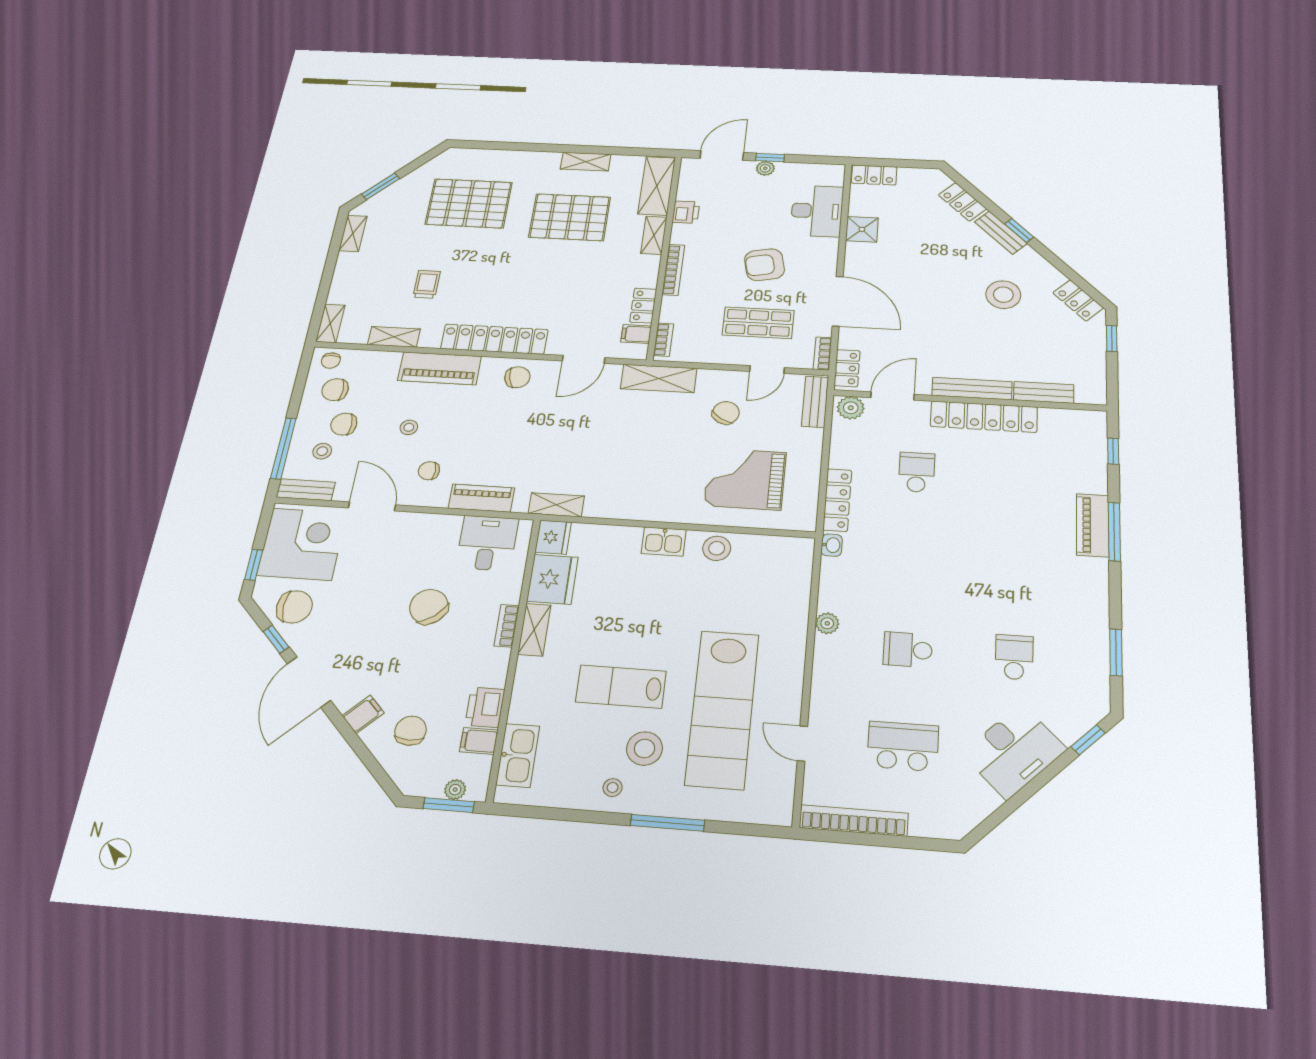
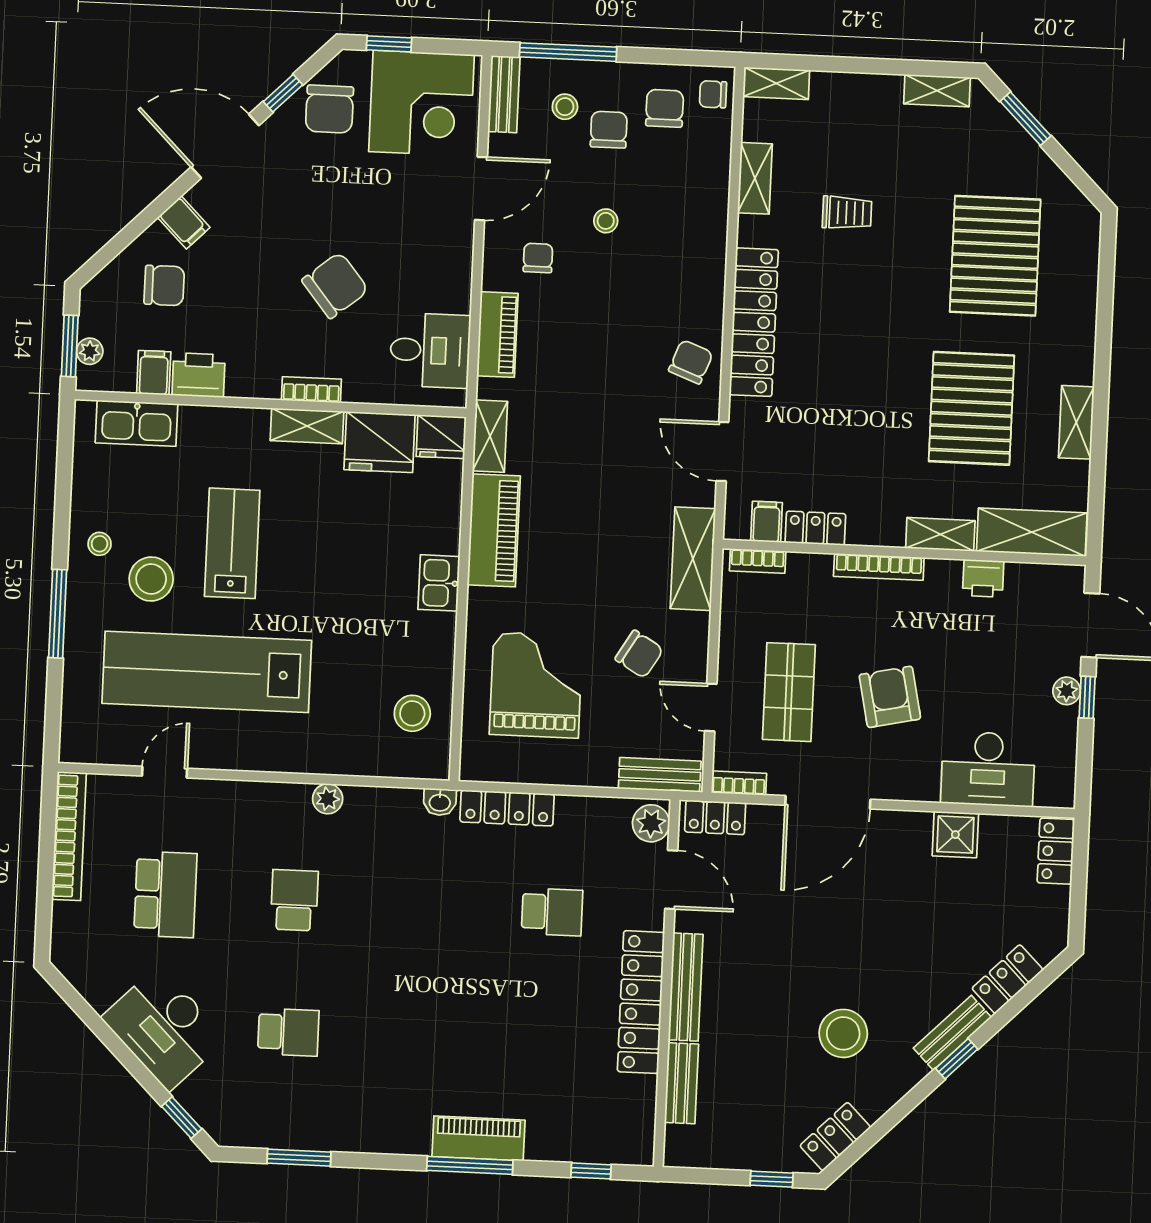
piano: (440, 368) -> (494, 530), moved, turned 180
chair: (517, 377) -> (691, 362), turned -147
stool: (717, 548) -> (412, 713), moved

